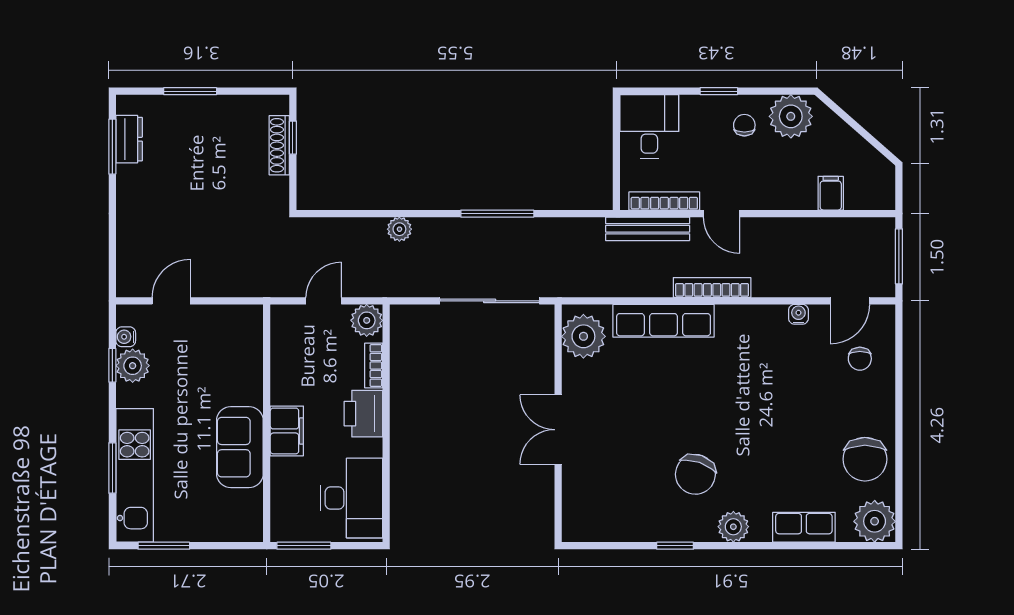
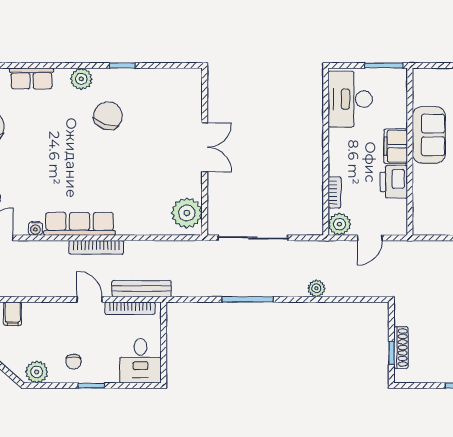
plant: (791, 116) -> (37, 372), width x0.73, depth x0.73
row of seats: (664, 321) -> (80, 224), moved
printer: (363, 414) -> (394, 182), moved, turned 180

